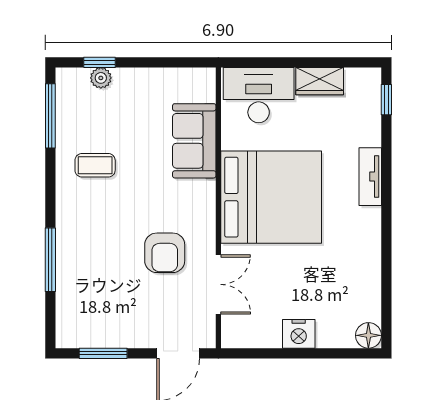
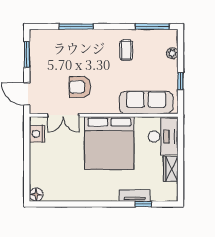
window: (99, 62) -> (181, 81), moved
window: (386, 100) -> (143, 204), moved
sofa: (194, 141) -> (146, 103), width x1.36
tv unit: (370, 177) -> (135, 195), moved
nightstand: (299, 334) -> (37, 134), moved

